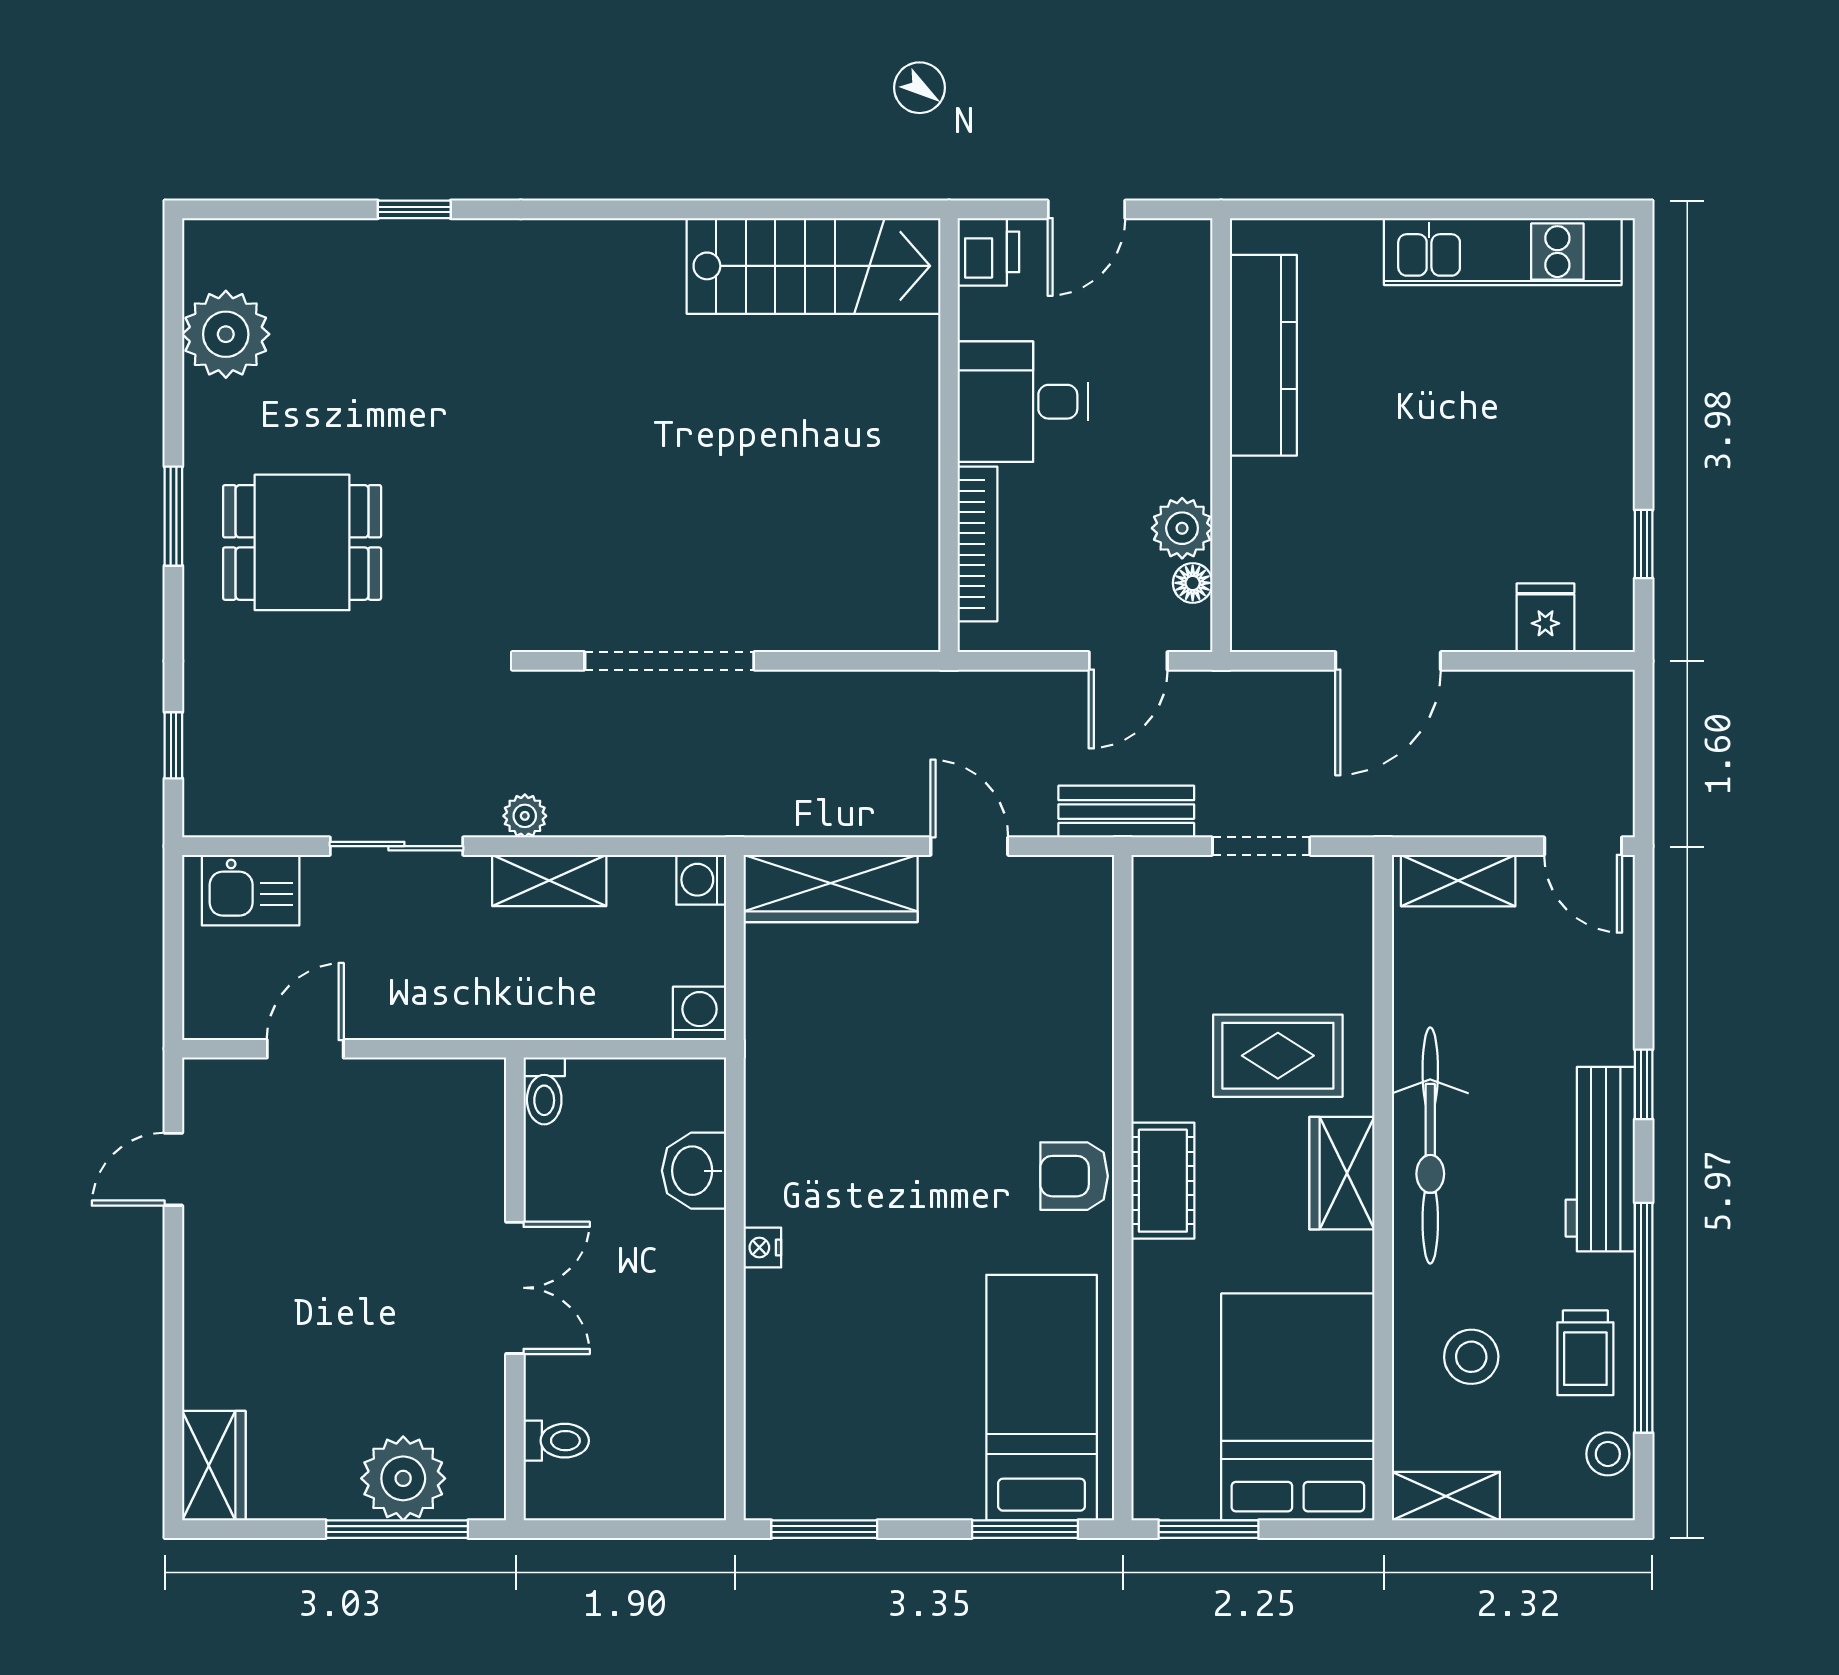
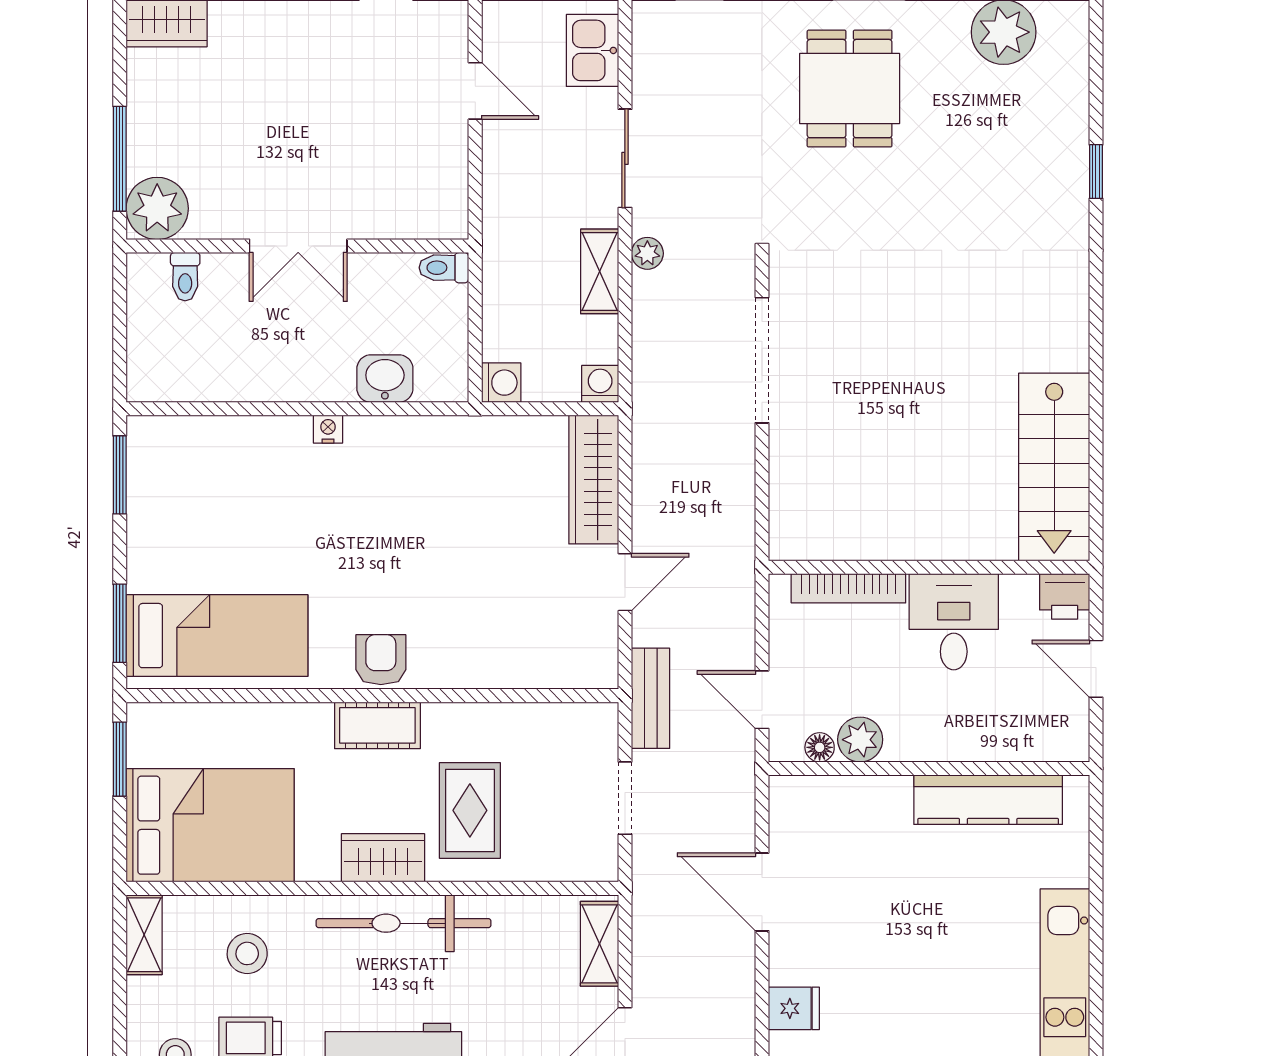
plant: (403, 1478) -> (157, 208), moved

